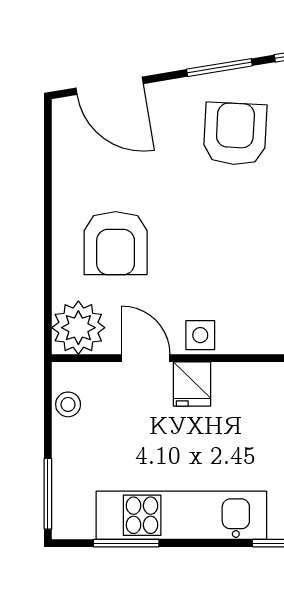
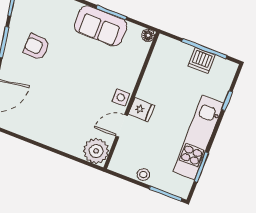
armchair: (235, 134) -> (36, 47), width x0.72, depth x0.72
armchair: (116, 243) -> (65, 120), removed
stool: (68, 404) -> (143, 174), moved

